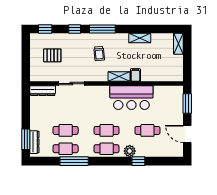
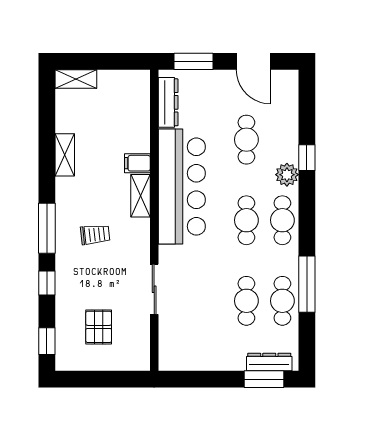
dresser: (43, 91) -> (168, 102), moved
bar counter: (131, 98) -> (182, 187), width x1.36
door: (187, 134) -> (253, 61), hinge flipped

